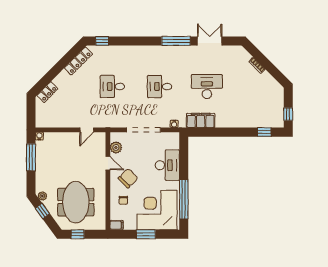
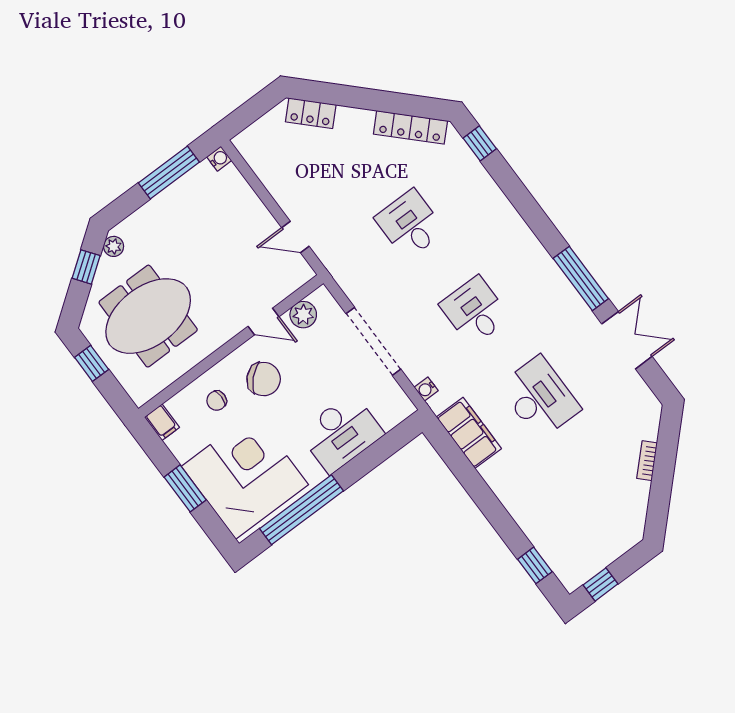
door: (108, 163) -> (264, 321), hinge flipped

